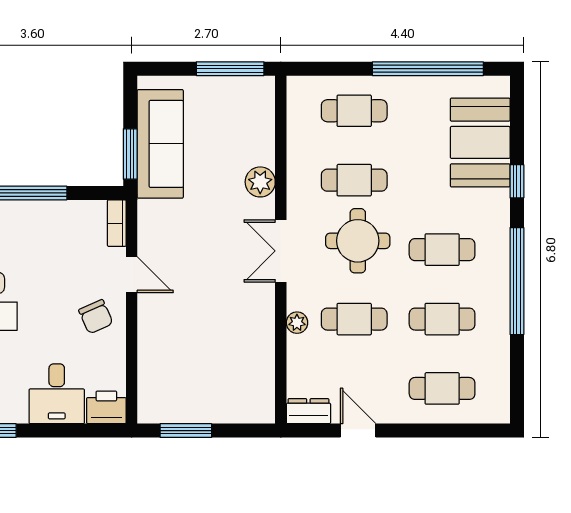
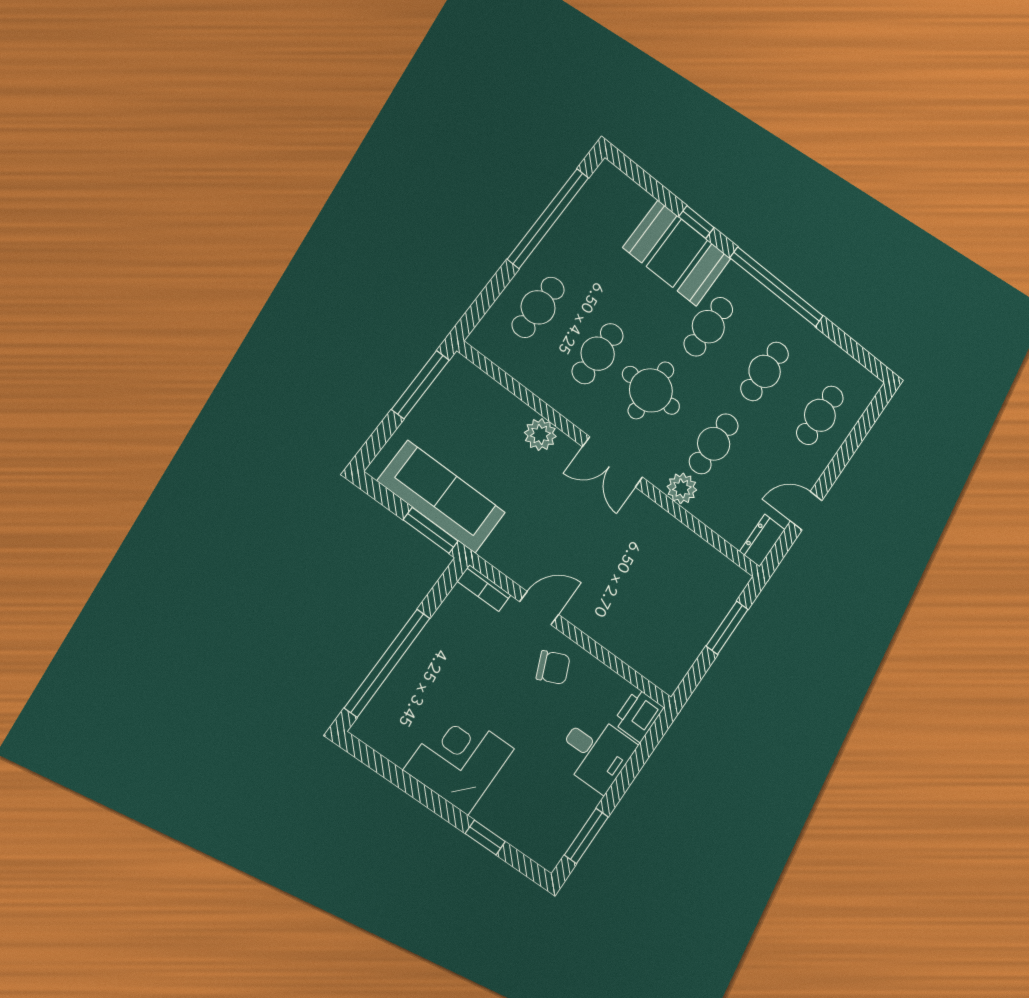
booth: (480, 142) -> (677, 253), moved
plant: (297, 323) -> (682, 488), width x1.38, depth x1.38
window: (186, 431) -> (727, 628), moved

